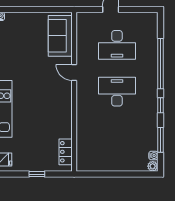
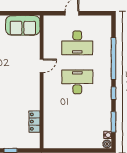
sofa: (60, 36) -> (23, 25), moved, turned -90
door: (74, 72) -> (42, 66), swing flipped
locker: (66, 152) -> (34, 122), moved

